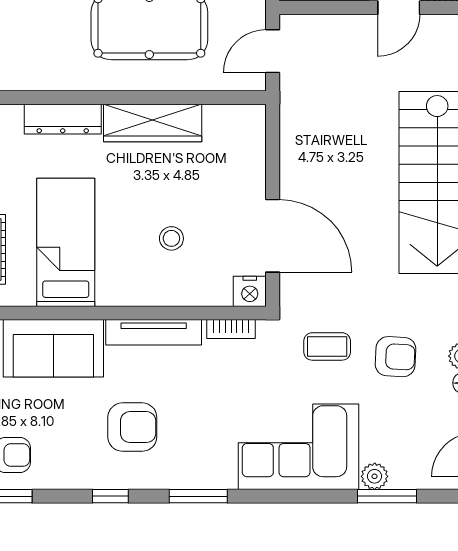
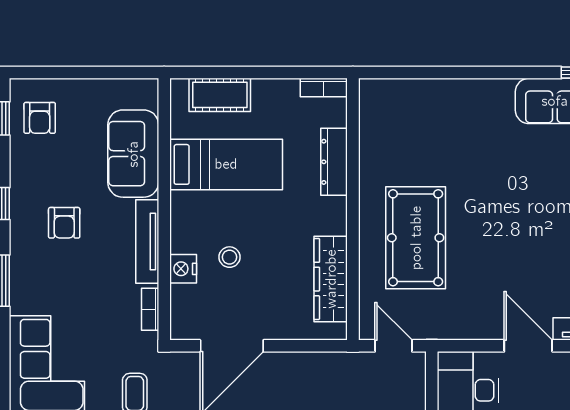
wardrobe: (153, 123) -> (331, 279), moved
nightstand: (250, 291) -> (183, 269), moved
armchair: (132, 427) -> (64, 223), width x0.72, depth x0.72

